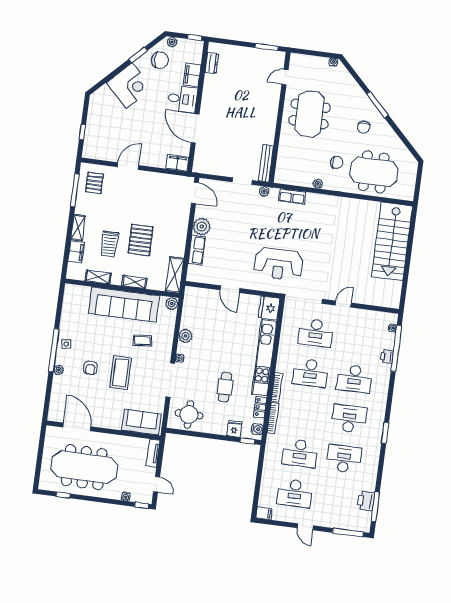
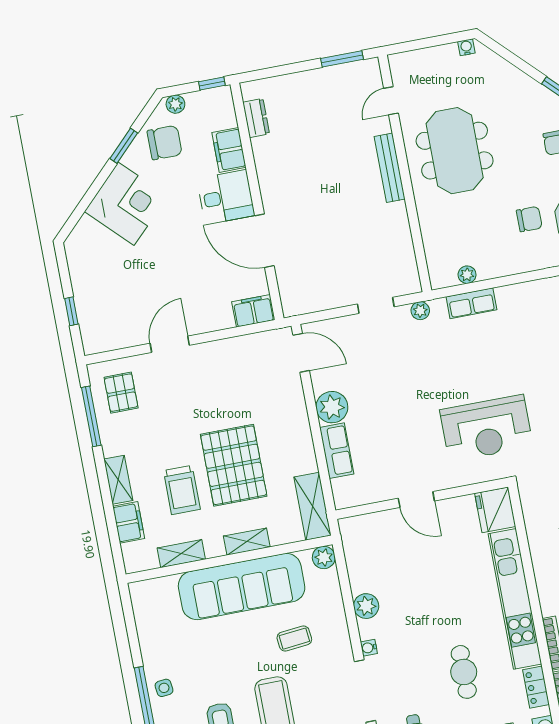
bench: (266, 163) -> (390, 168), moved
plant: (318, 184) -> (467, 275), moved
pallet: (141, 240) -> (234, 465), width x1.37, depth x1.41

